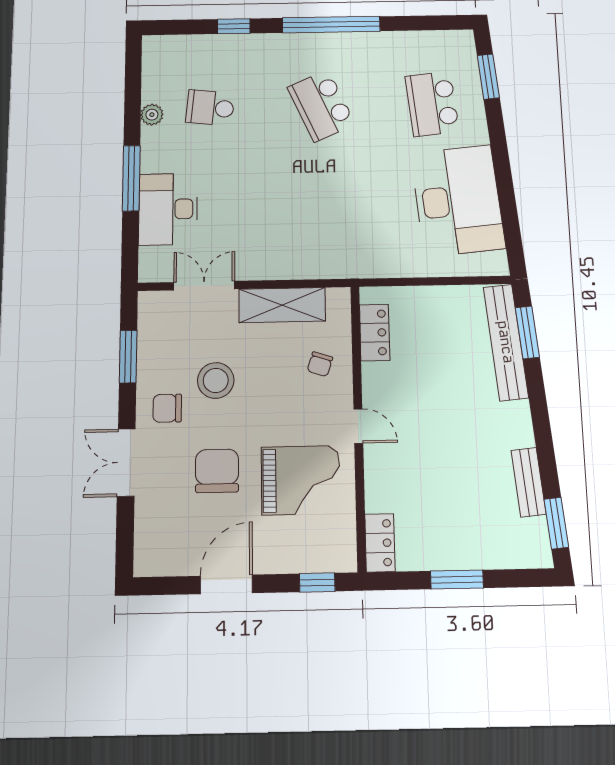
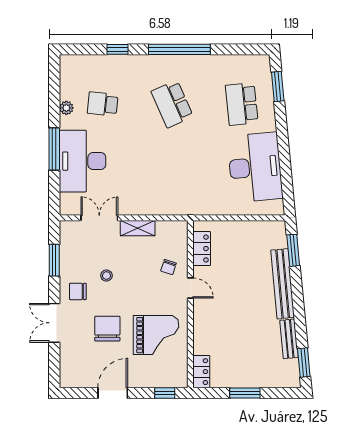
desk: (168, 209) -> (82, 161), width x1.36, depth x1.30
shelving: (282, 305) -> (138, 228), width x0.67, depth x0.75
bench: (506, 342) -> (283, 284), moved
stool: (216, 380) -> (106, 276), width x0.53, depth x0.53
door: (358, 426) -> (190, 288), moved

